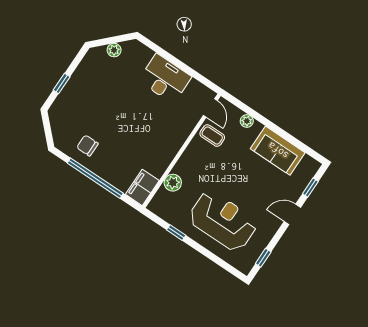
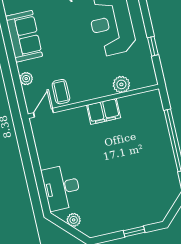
desk: (165, 79) -> (62, 188), moved
chair: (87, 146) -> (158, 169), removed
filing cabinet: (142, 187) -> (104, 111), moved

